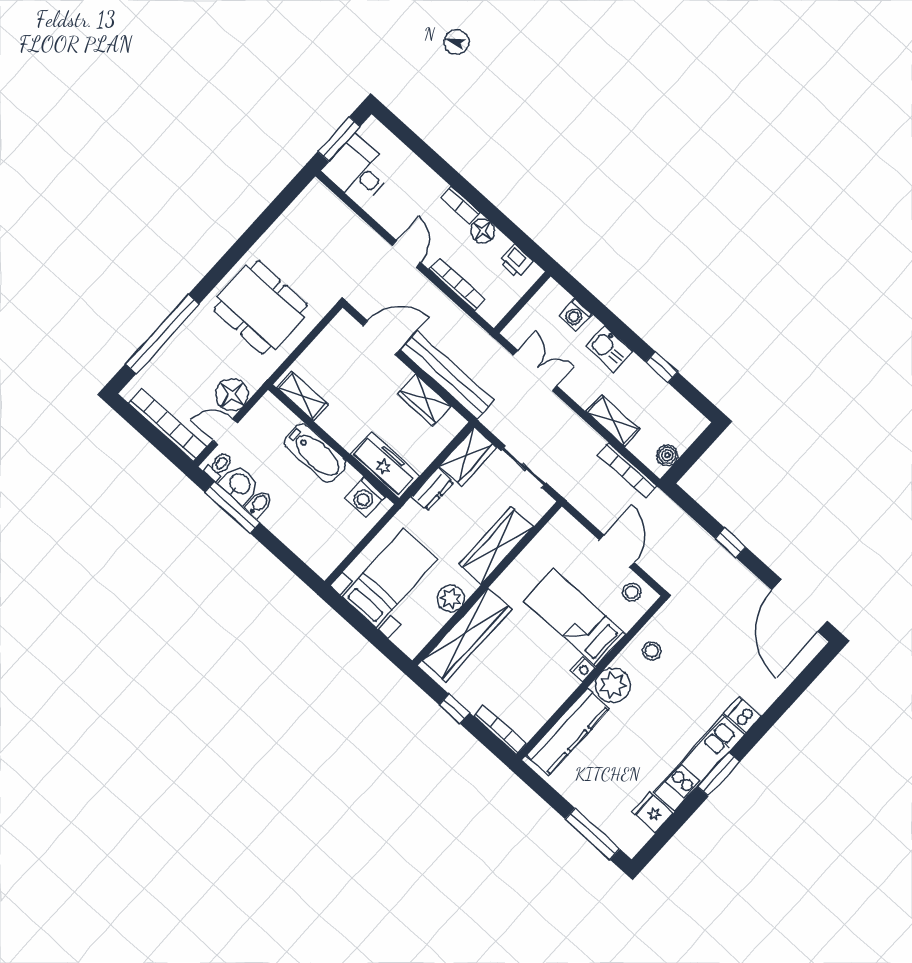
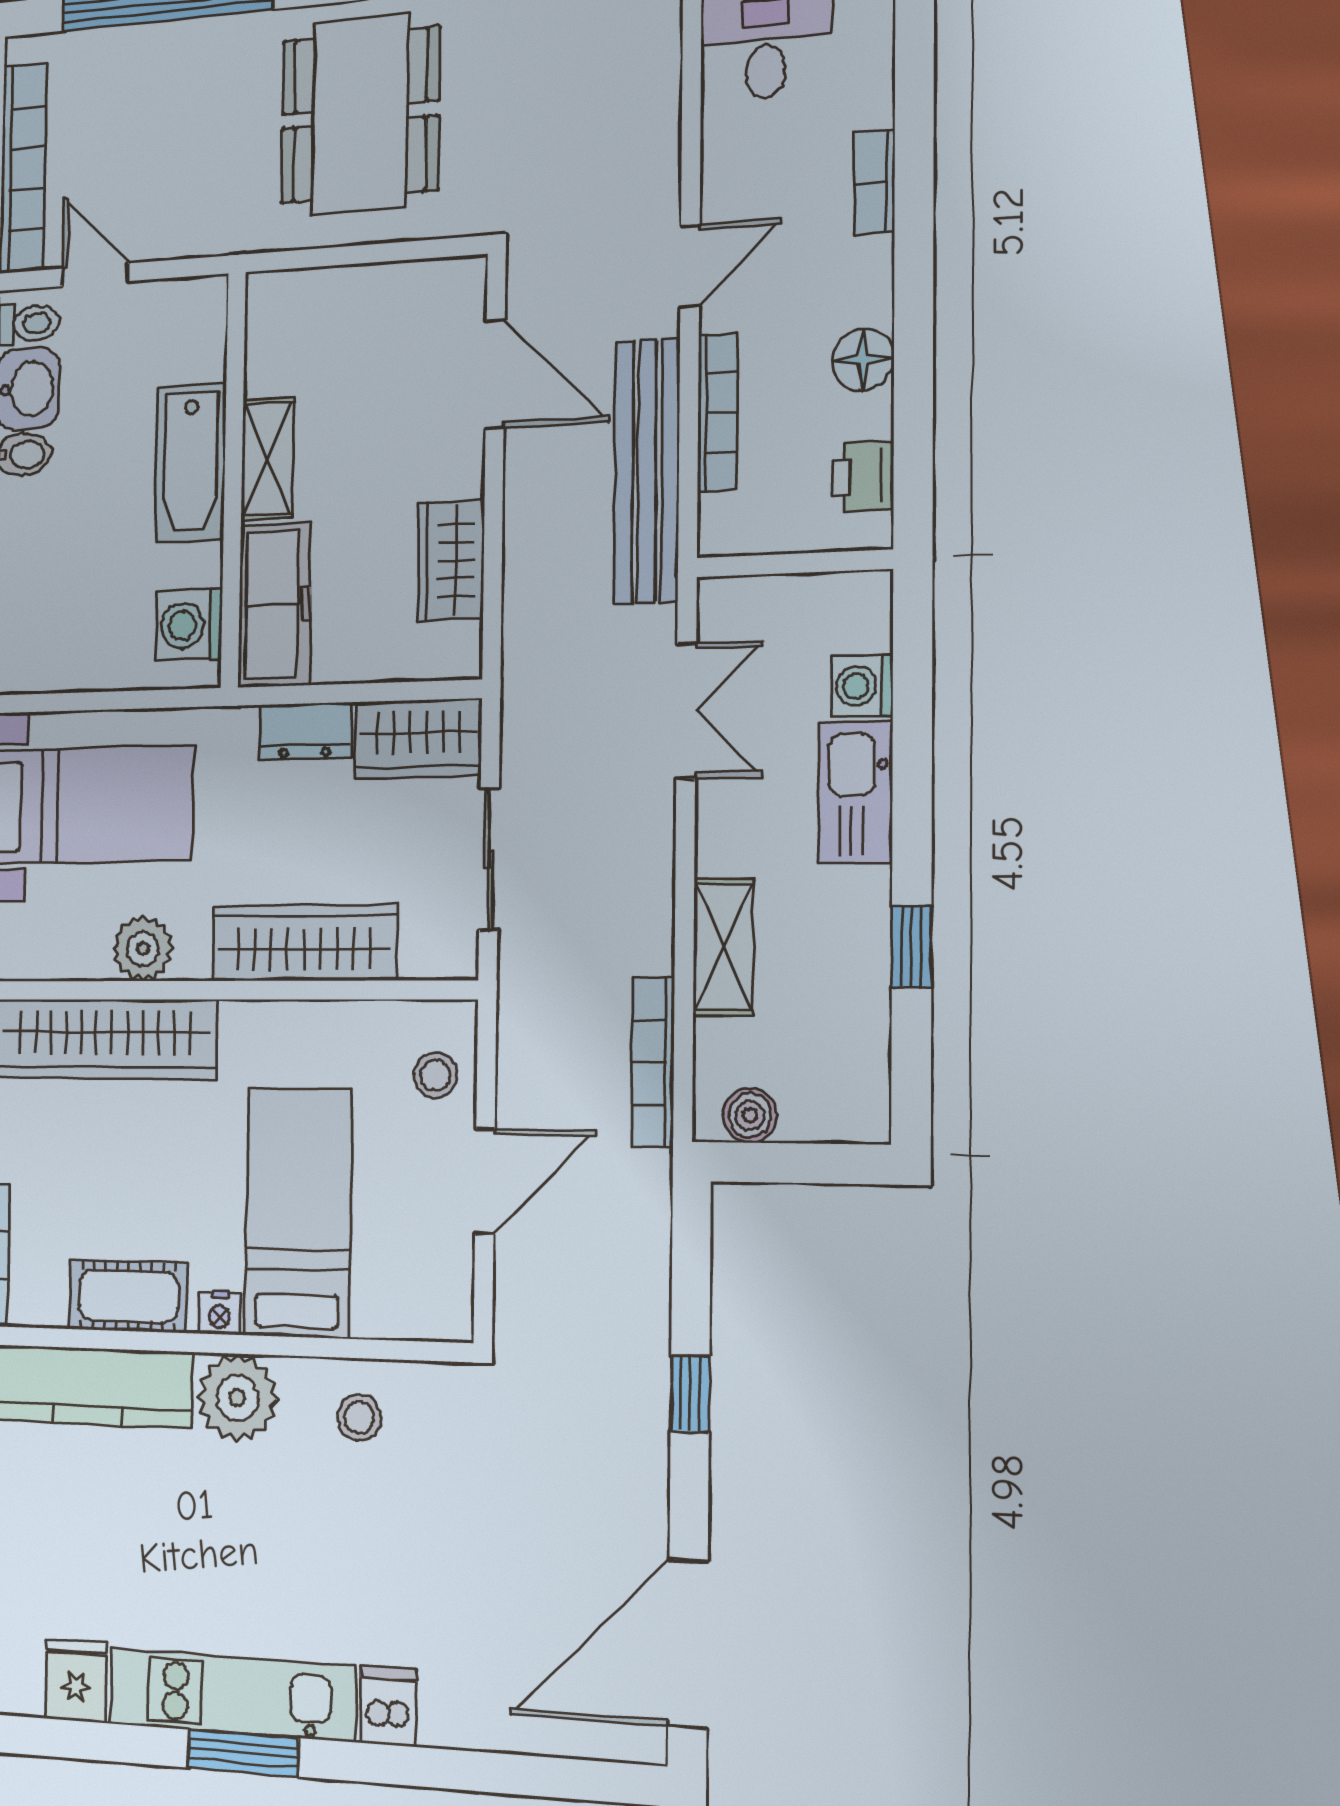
bookcase: (460, 205) -> (874, 182), moved
kitchen sink: (609, 349) -> (855, 793), width x1.38
bench: (447, 375) -> (647, 471), moved
floor lamp: (232, 395) -> (167, 222), removed
shelving: (302, 396) -> (267, 459), moved
stool: (632, 592) -> (435, 1075), moved
cot: (552, 695) -> (128, 1296), added

